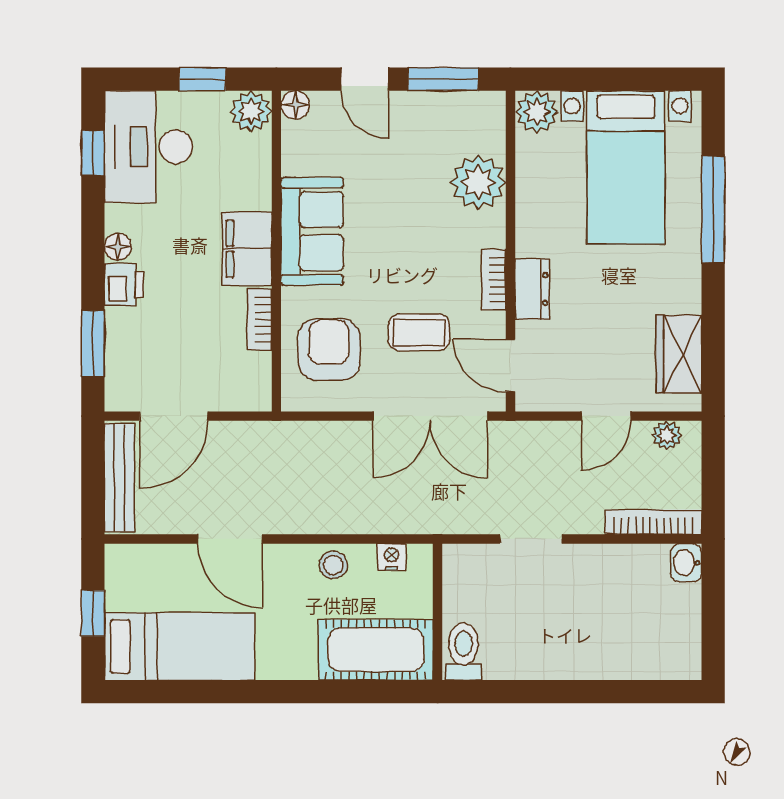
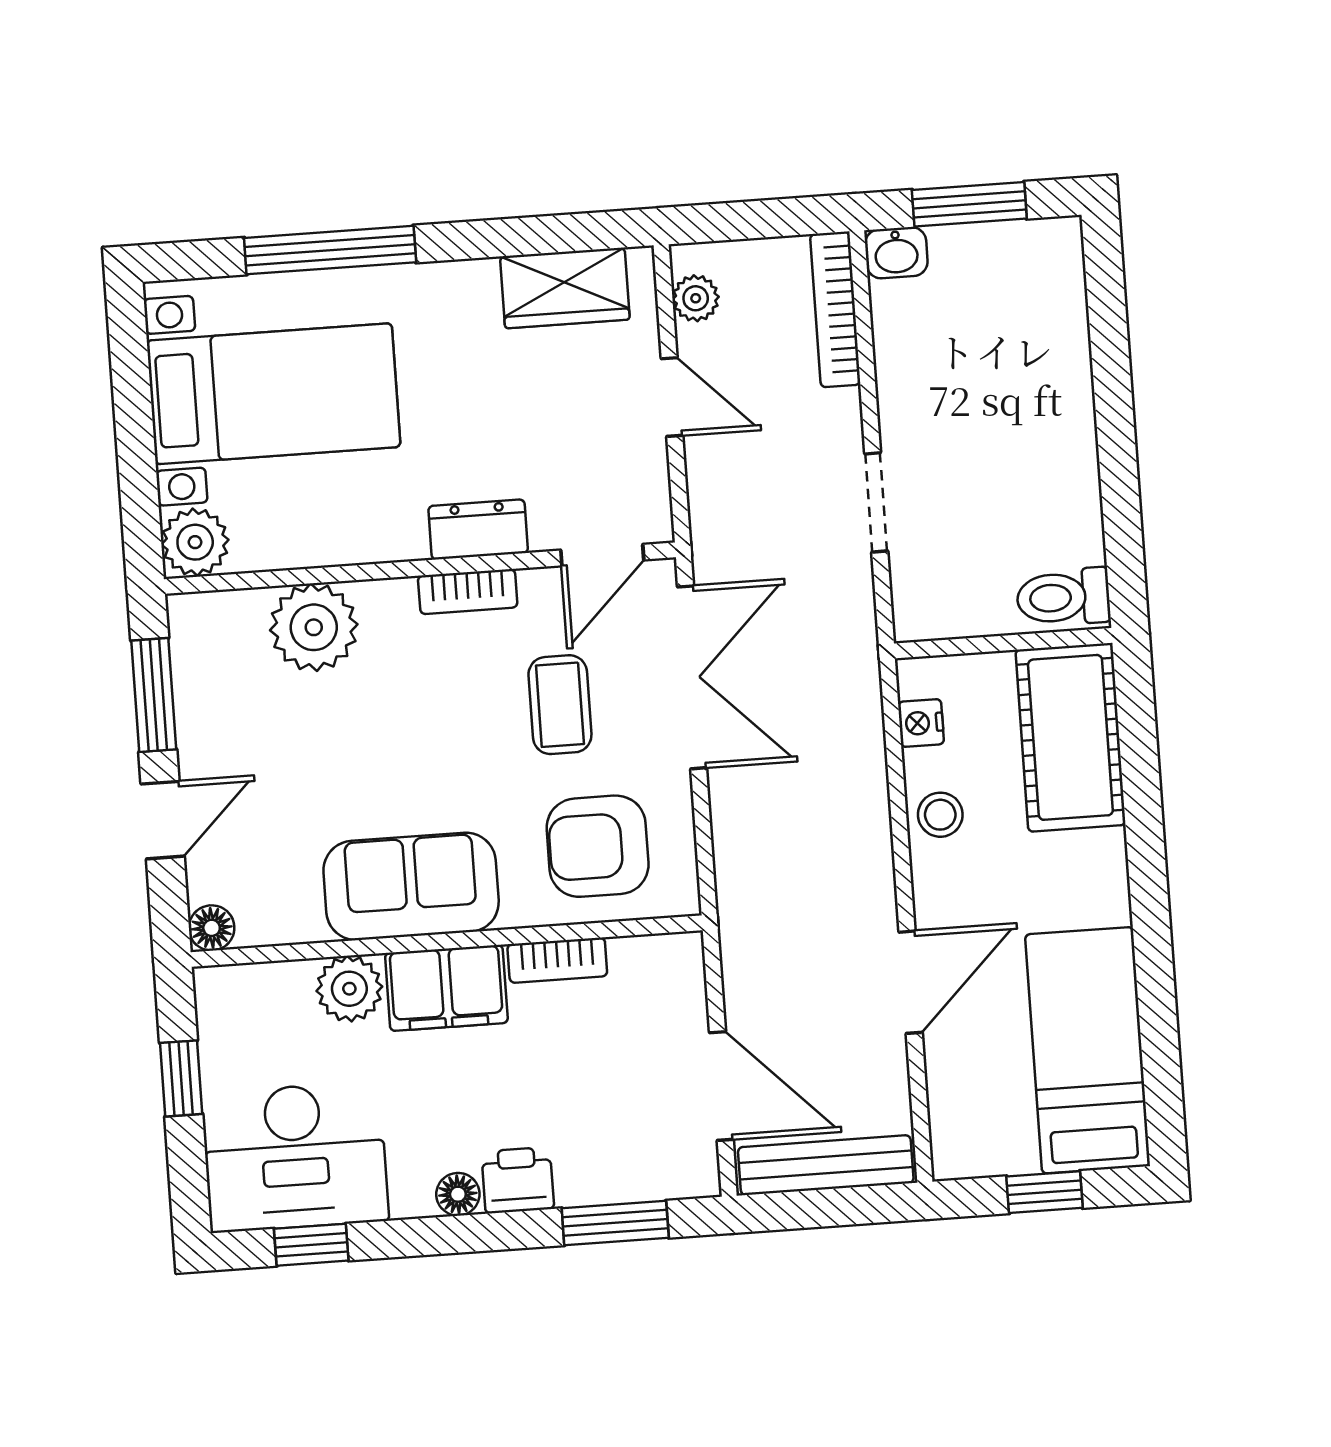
plant: (251, 111) -> (349, 989), moved
window: (713, 610) -> (969, 204), added

